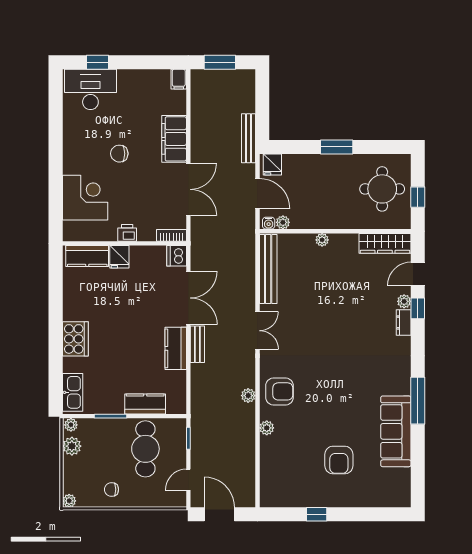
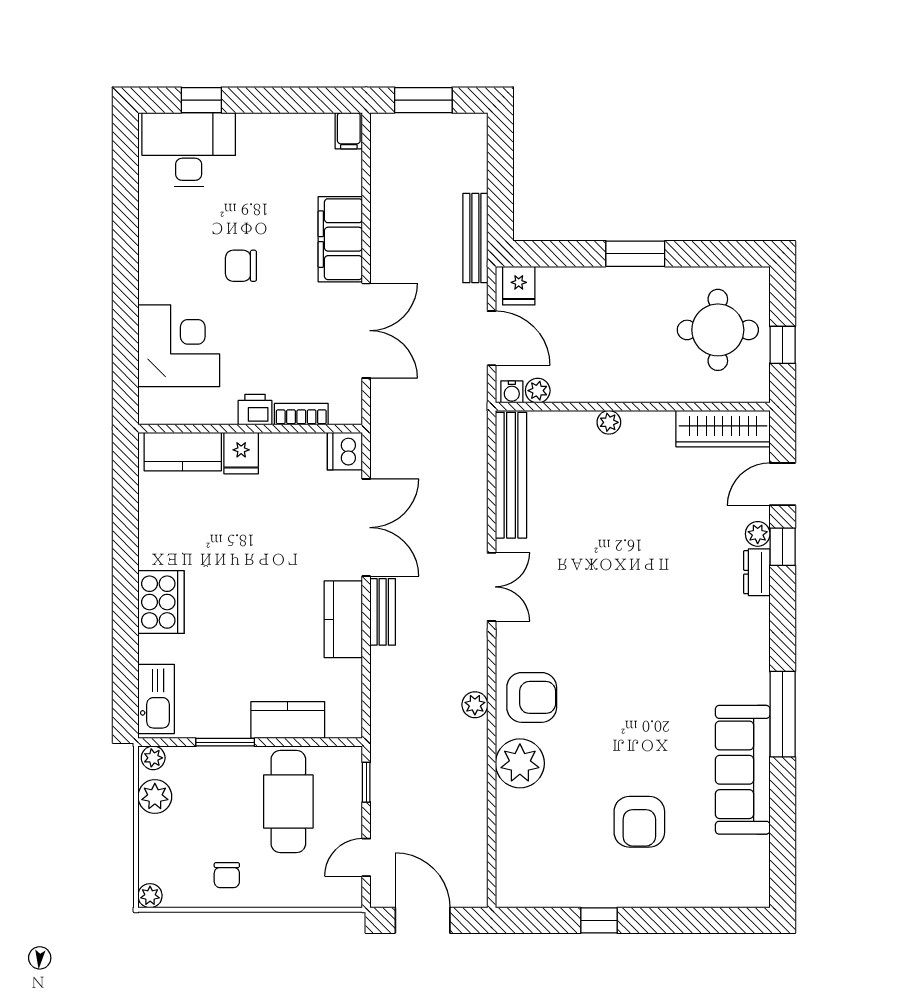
bookcase: (171, 235) -> (301, 414), moved
plant: (267, 428) -> (520, 763), width x1.87, depth x1.87
chair: (111, 489) -> (227, 875), turned -90

